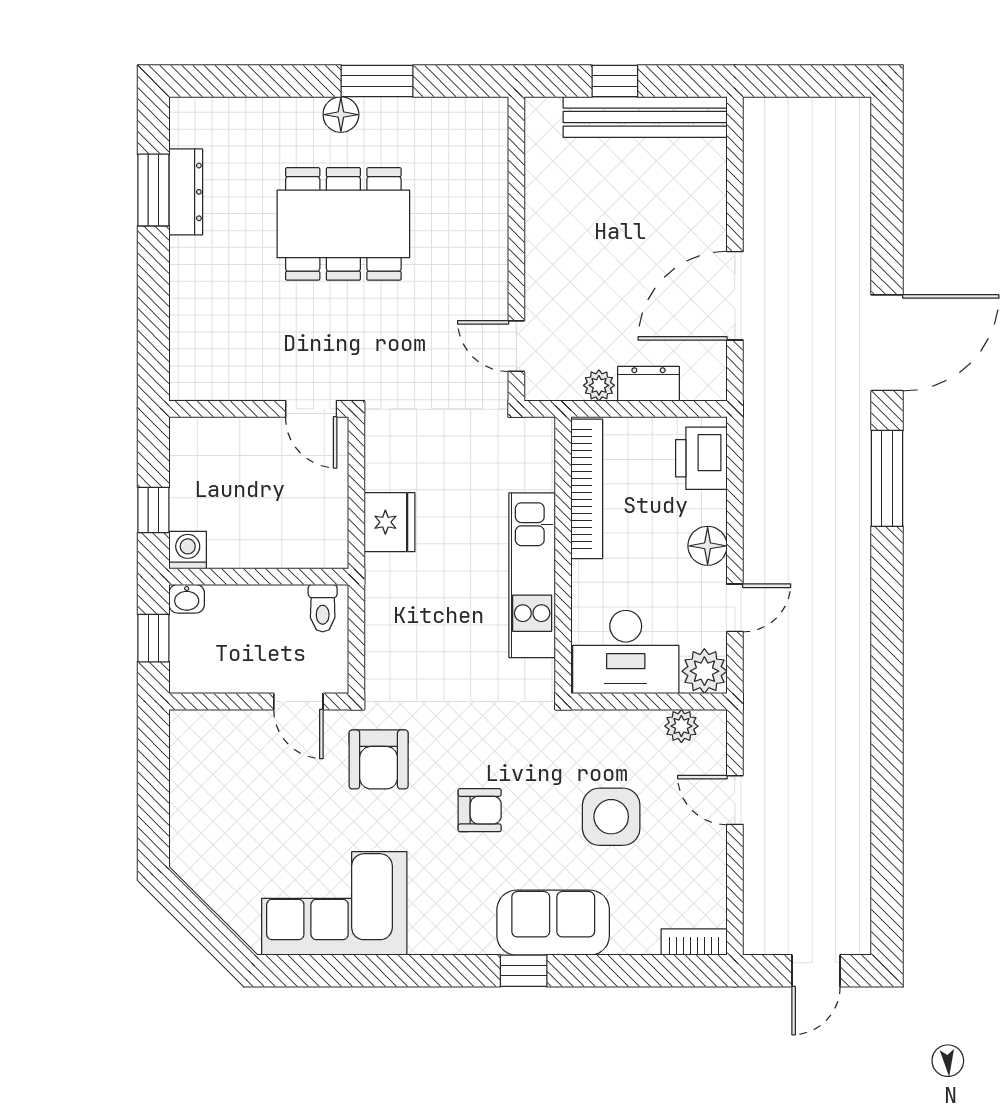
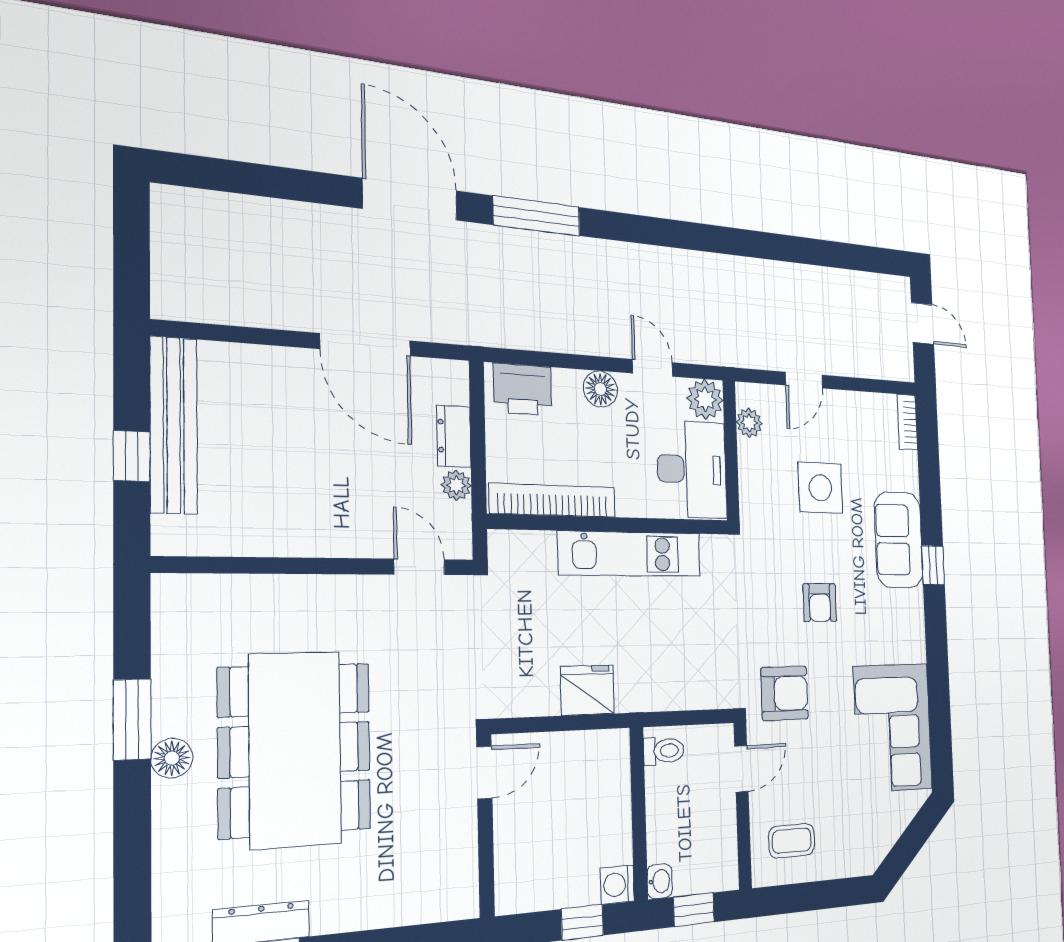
dining table: (343, 224) -> (295, 749), width x1.36, depth x1.24
door: (516, 346) -> (419, 567), swing flipped
coffee table: (216, 762) -> (792, 841), added
armchair: (480, 810) -> (820, 603), turned 180

